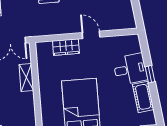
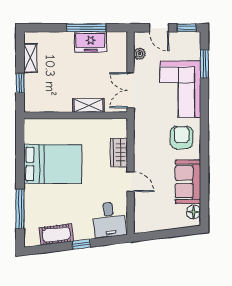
door: (91, 35) -> (131, 182), hinge flipped
desk: (130, 69) -> (109, 220), moved

